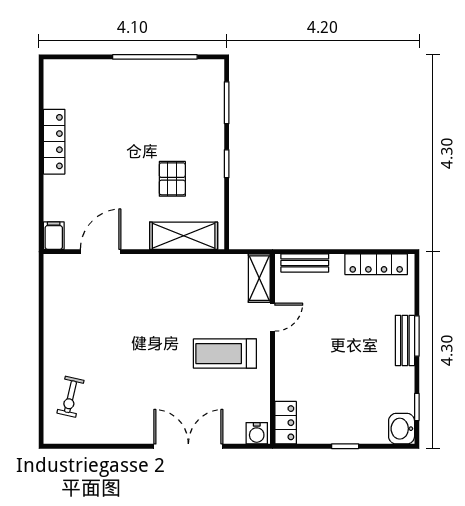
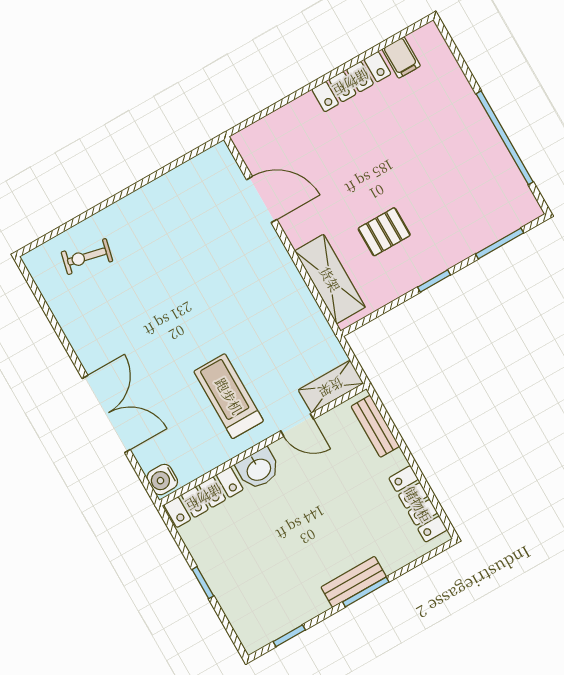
filing cabinet: (54, 236) -> (401, 58), moved, turned 90
locker: (286, 423) -> (204, 497), width x1.53
washbasin: (402, 429) -> (258, 469), moved, turned 180

